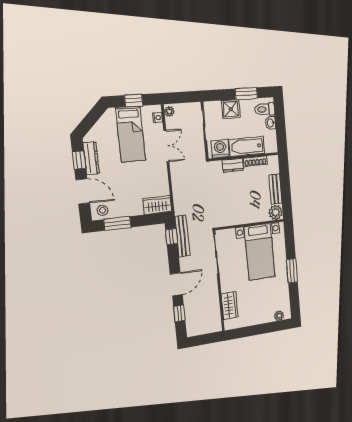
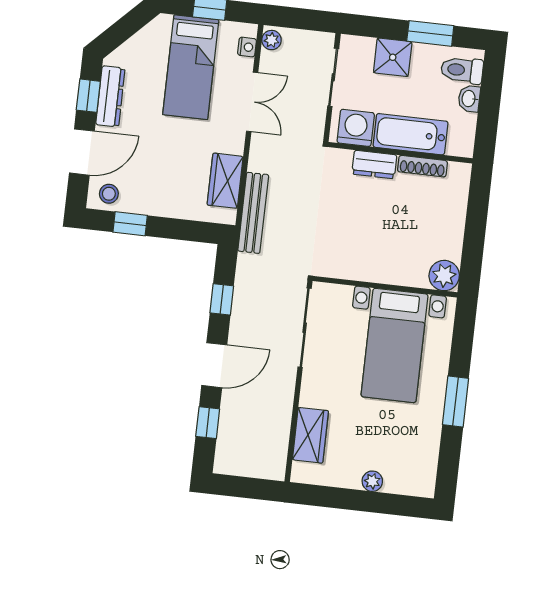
bench: (275, 189) -> (453, 229), removed
door: (83, 191) -> (82, 152), hinge flipped
wardrobe: (157, 205) -> (225, 181), moved, turned -90
window: (117, 223) -> (130, 224), width x0.67
bench: (182, 236) -> (253, 213), moved
window: (171, 237) -> (222, 299), moved
plant: (279, 316) -> (372, 481), moved

